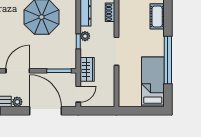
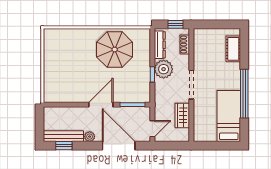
plant: (85, 36) -> (164, 69), width x1.87, depth x1.87
wardrobe: (87, 69) -> (182, 116), moved, turned 180
door: (18, 71) -> (101, 105), moved

